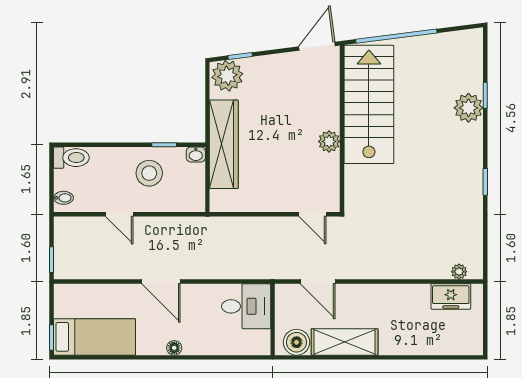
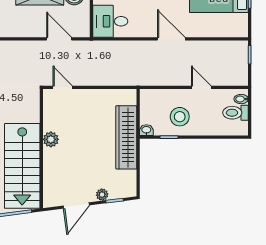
door: (317, 46) -> (76, 206), moved
plant: (227, 76) -> (102, 195), moved, width x0.53, depth x0.53
toilet: (71, 158) -> (236, 113), moved

